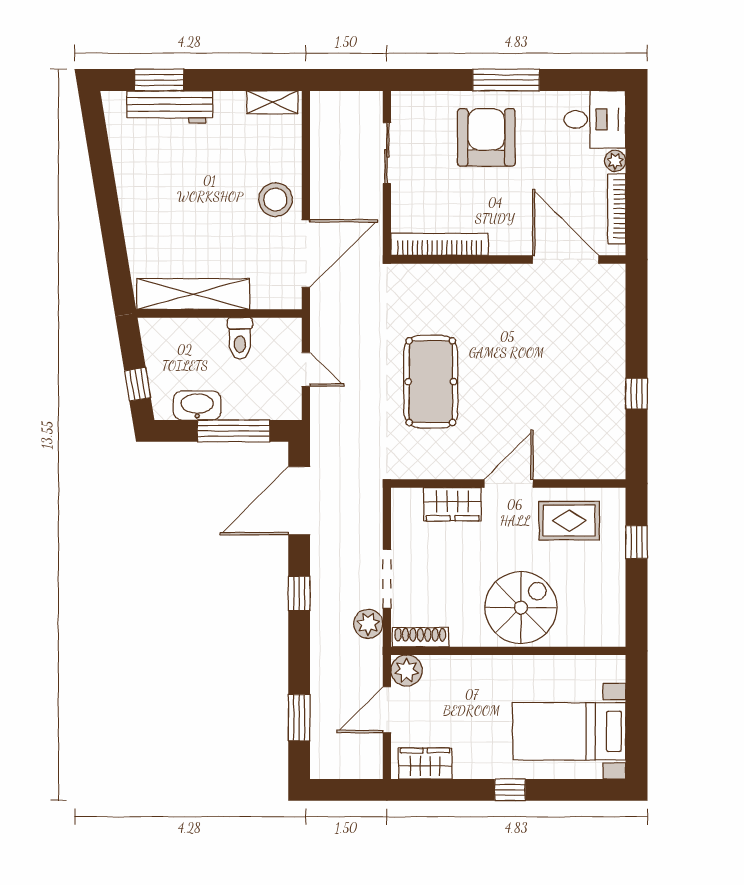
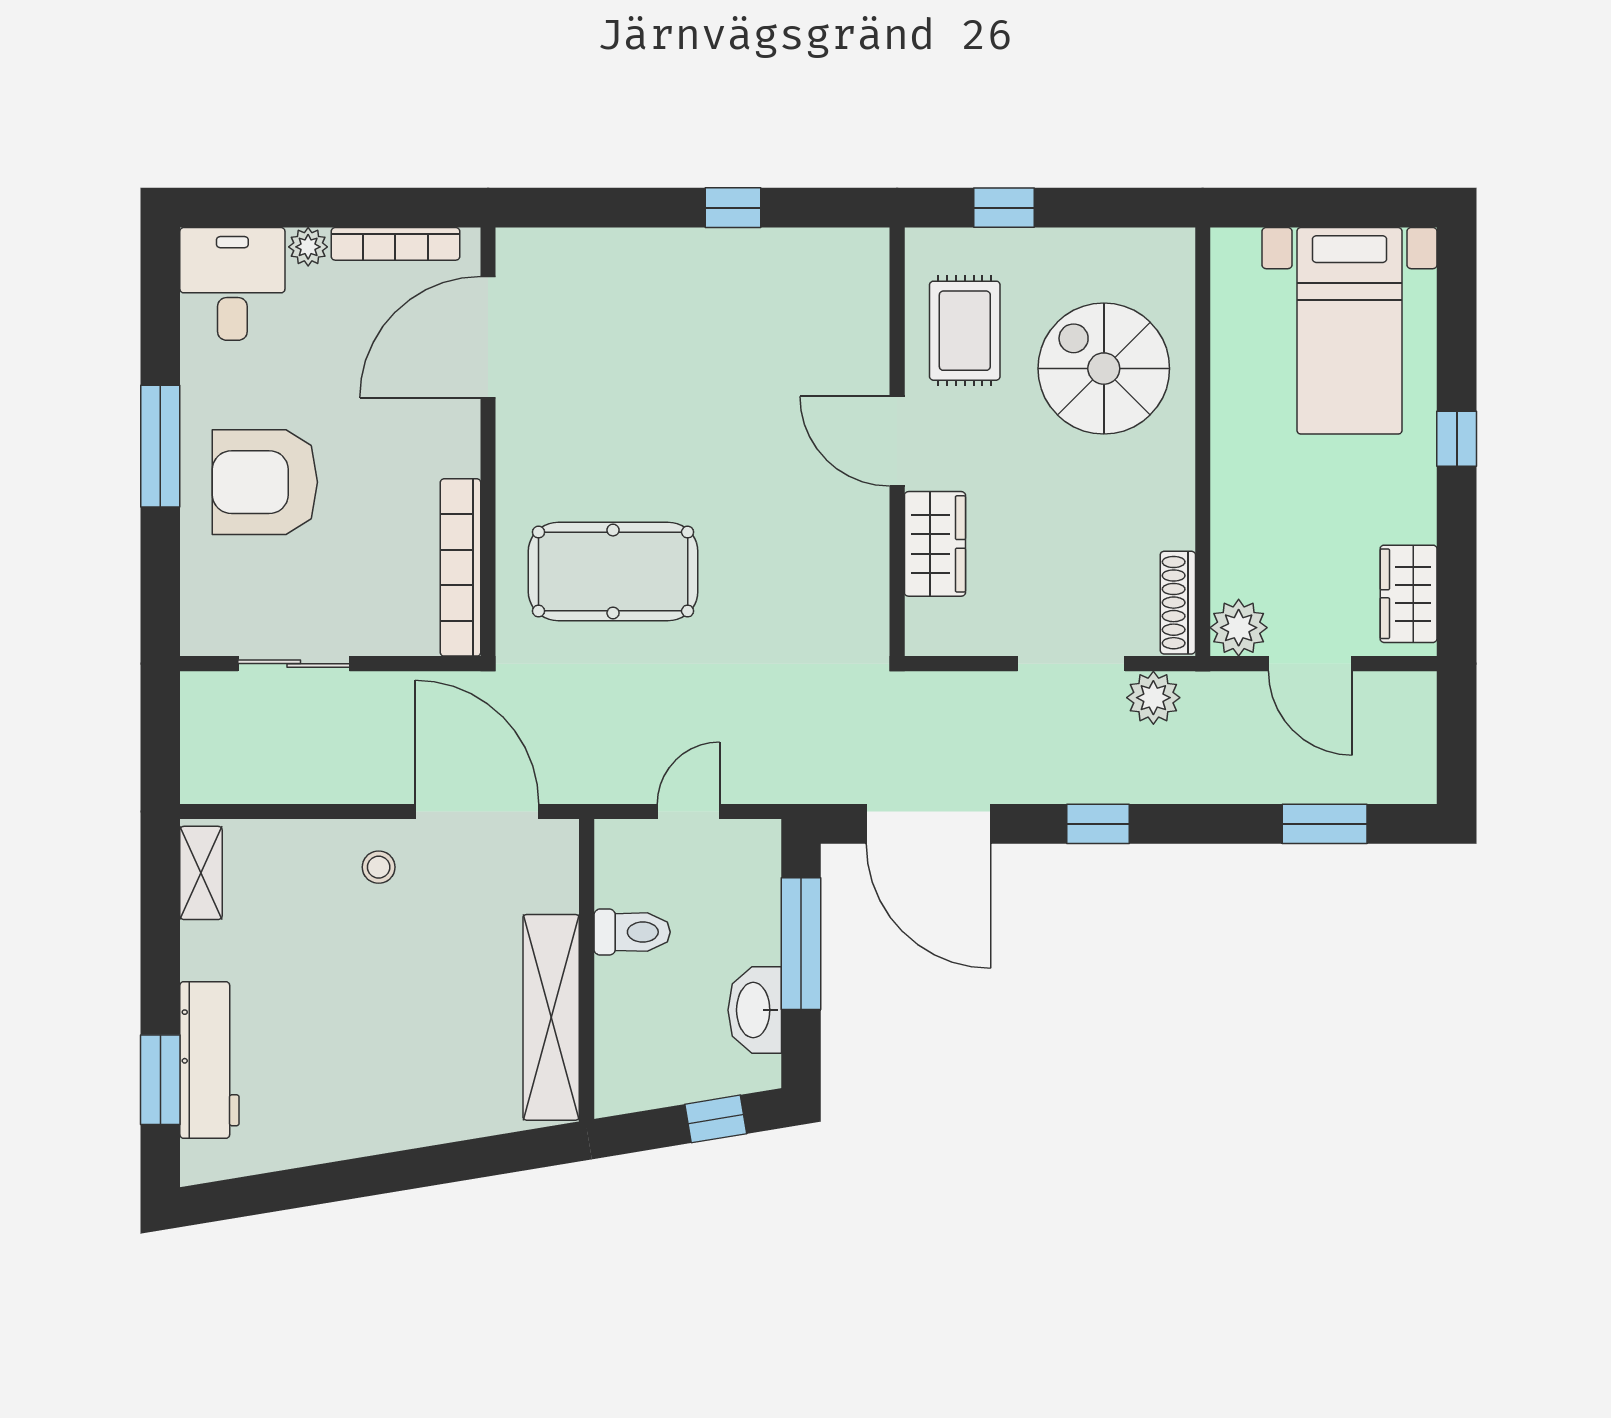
stool: (275, 200) -> (379, 867), width x0.53, depth x0.53
pool table: (431, 382) -> (613, 572), moved
spiral stairs: (521, 608) -> (1104, 369), moved

